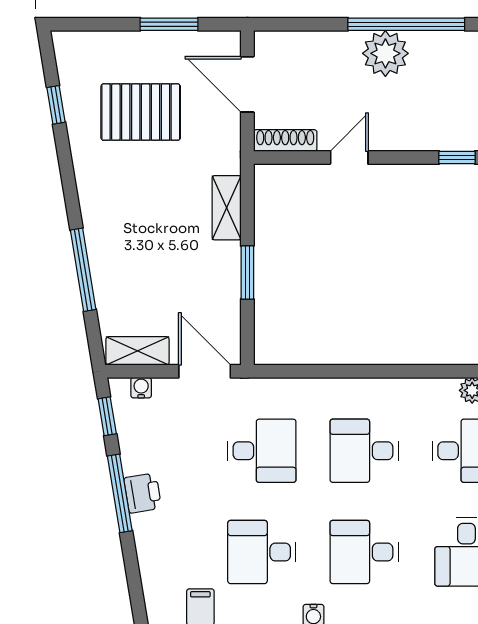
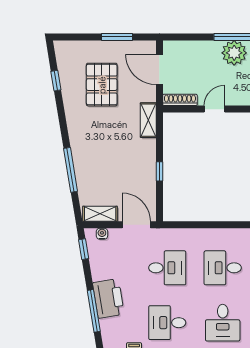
pallet: (141, 112) -> (102, 85), turned 90
shelving: (227, 208) -> (148, 120), moved
window: (247, 273) -> (159, 171), width x0.67
window: (120, 493) -> (94, 311), moved
printer: (143, 493) -> (108, 298), width x1.87, depth x1.48
desk: (364, 552) -> (223, 323), turned -90

